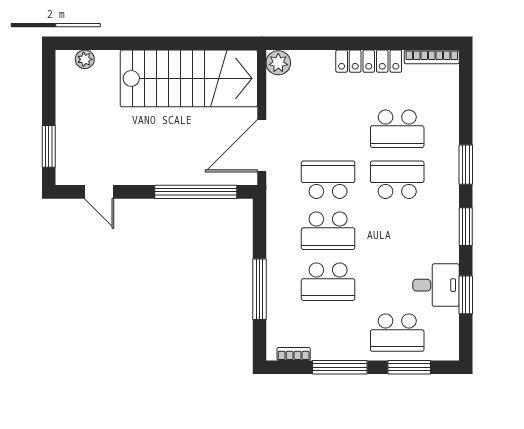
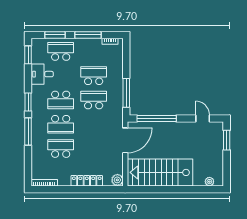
locker: (369, 61) -> (87, 181), moved
window: (466, 165) -> (28, 131), width x1.44
school desk: (328, 180) -> (61, 100), moved
window: (259, 289) -> (126, 93), moved
window: (466, 295) -> (28, 55), moved

